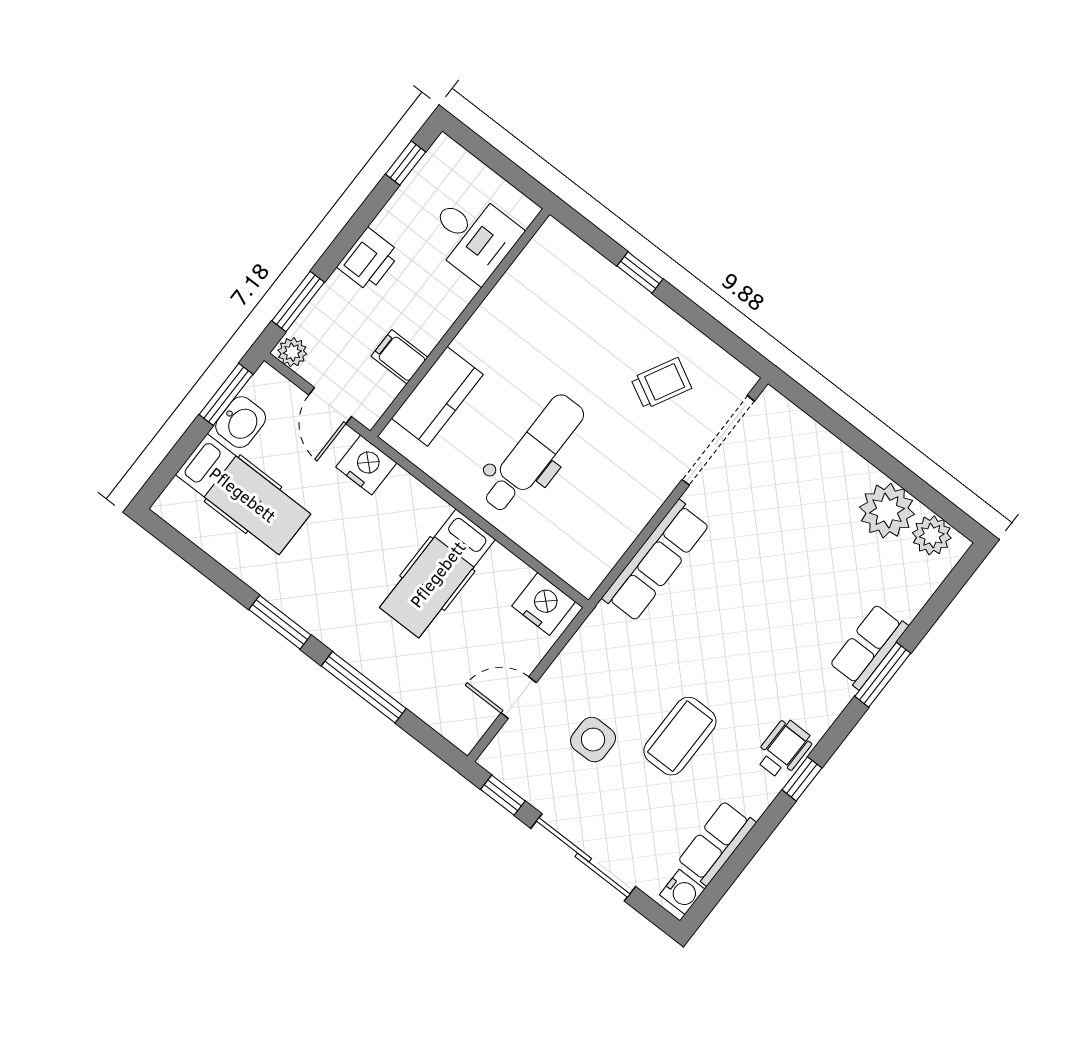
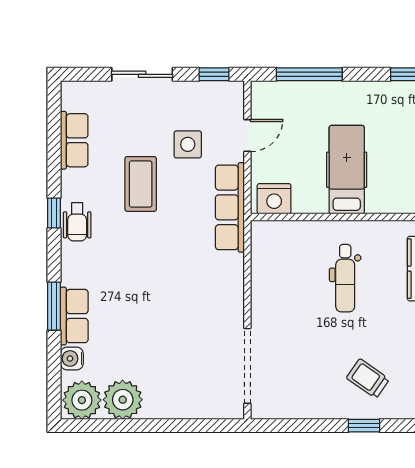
trolley: (661, 383) -> (368, 379), moved, turned 97
dental chair: (533, 454) -> (345, 278), width x0.73, depth x0.72
plant: (932, 535) -> (82, 400), width x1.36, depth x1.36
row of seats: (656, 561) -> (230, 207), moved
window: (364, 687) -> (309, 74), moved
sliding door: (583, 857) -> (142, 74), width x0.73
water cooler: (682, 892) -> (72, 359), moved

